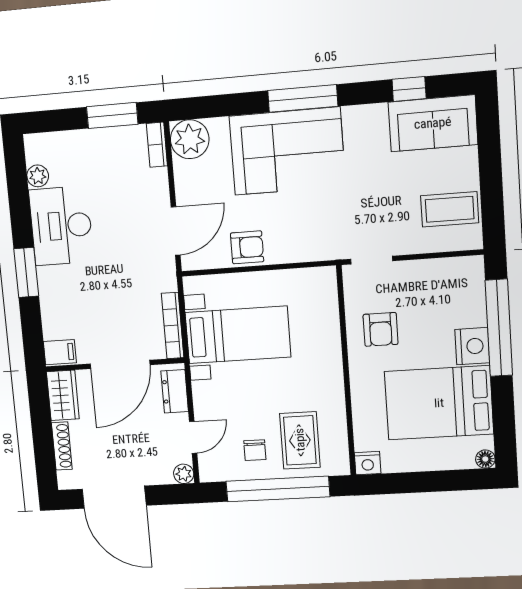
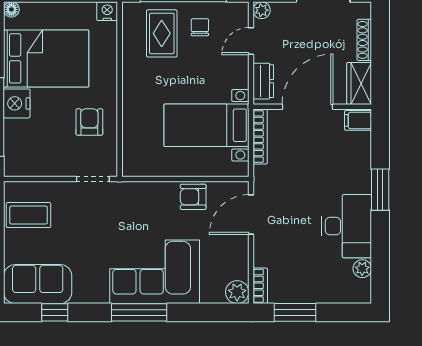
plant: (190, 139) -> (237, 292), width x0.73, depth x0.73

